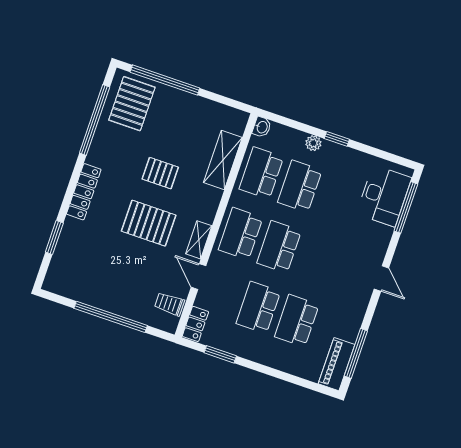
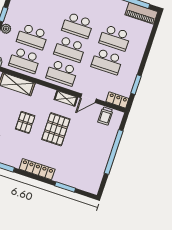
school desk: (318, 260) -> (78, 25), added

